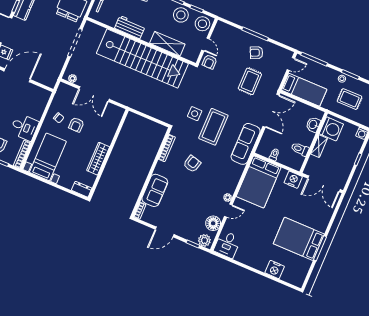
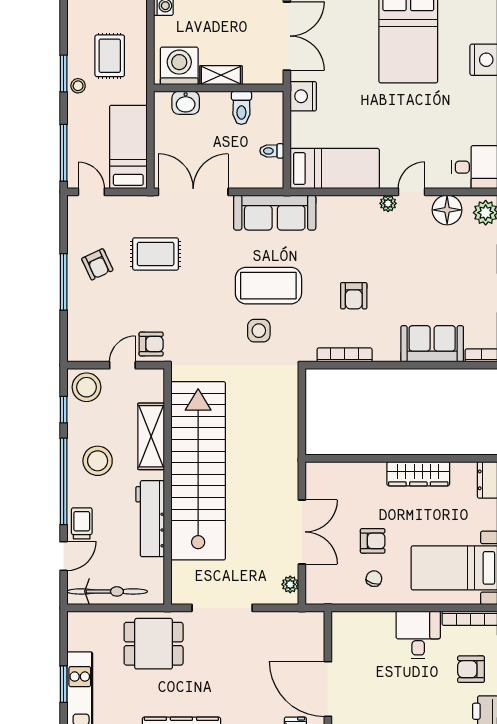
stool: (181, 15) -> (98, 461), moved
workbench: (130, 27) -> (150, 519), width x1.38
armchair: (192, 164) -> (354, 296), turned -104
bed: (259, 182) -> (335, 169), width x0.67
door: (228, 211) -> (412, 192), hinge flipped

